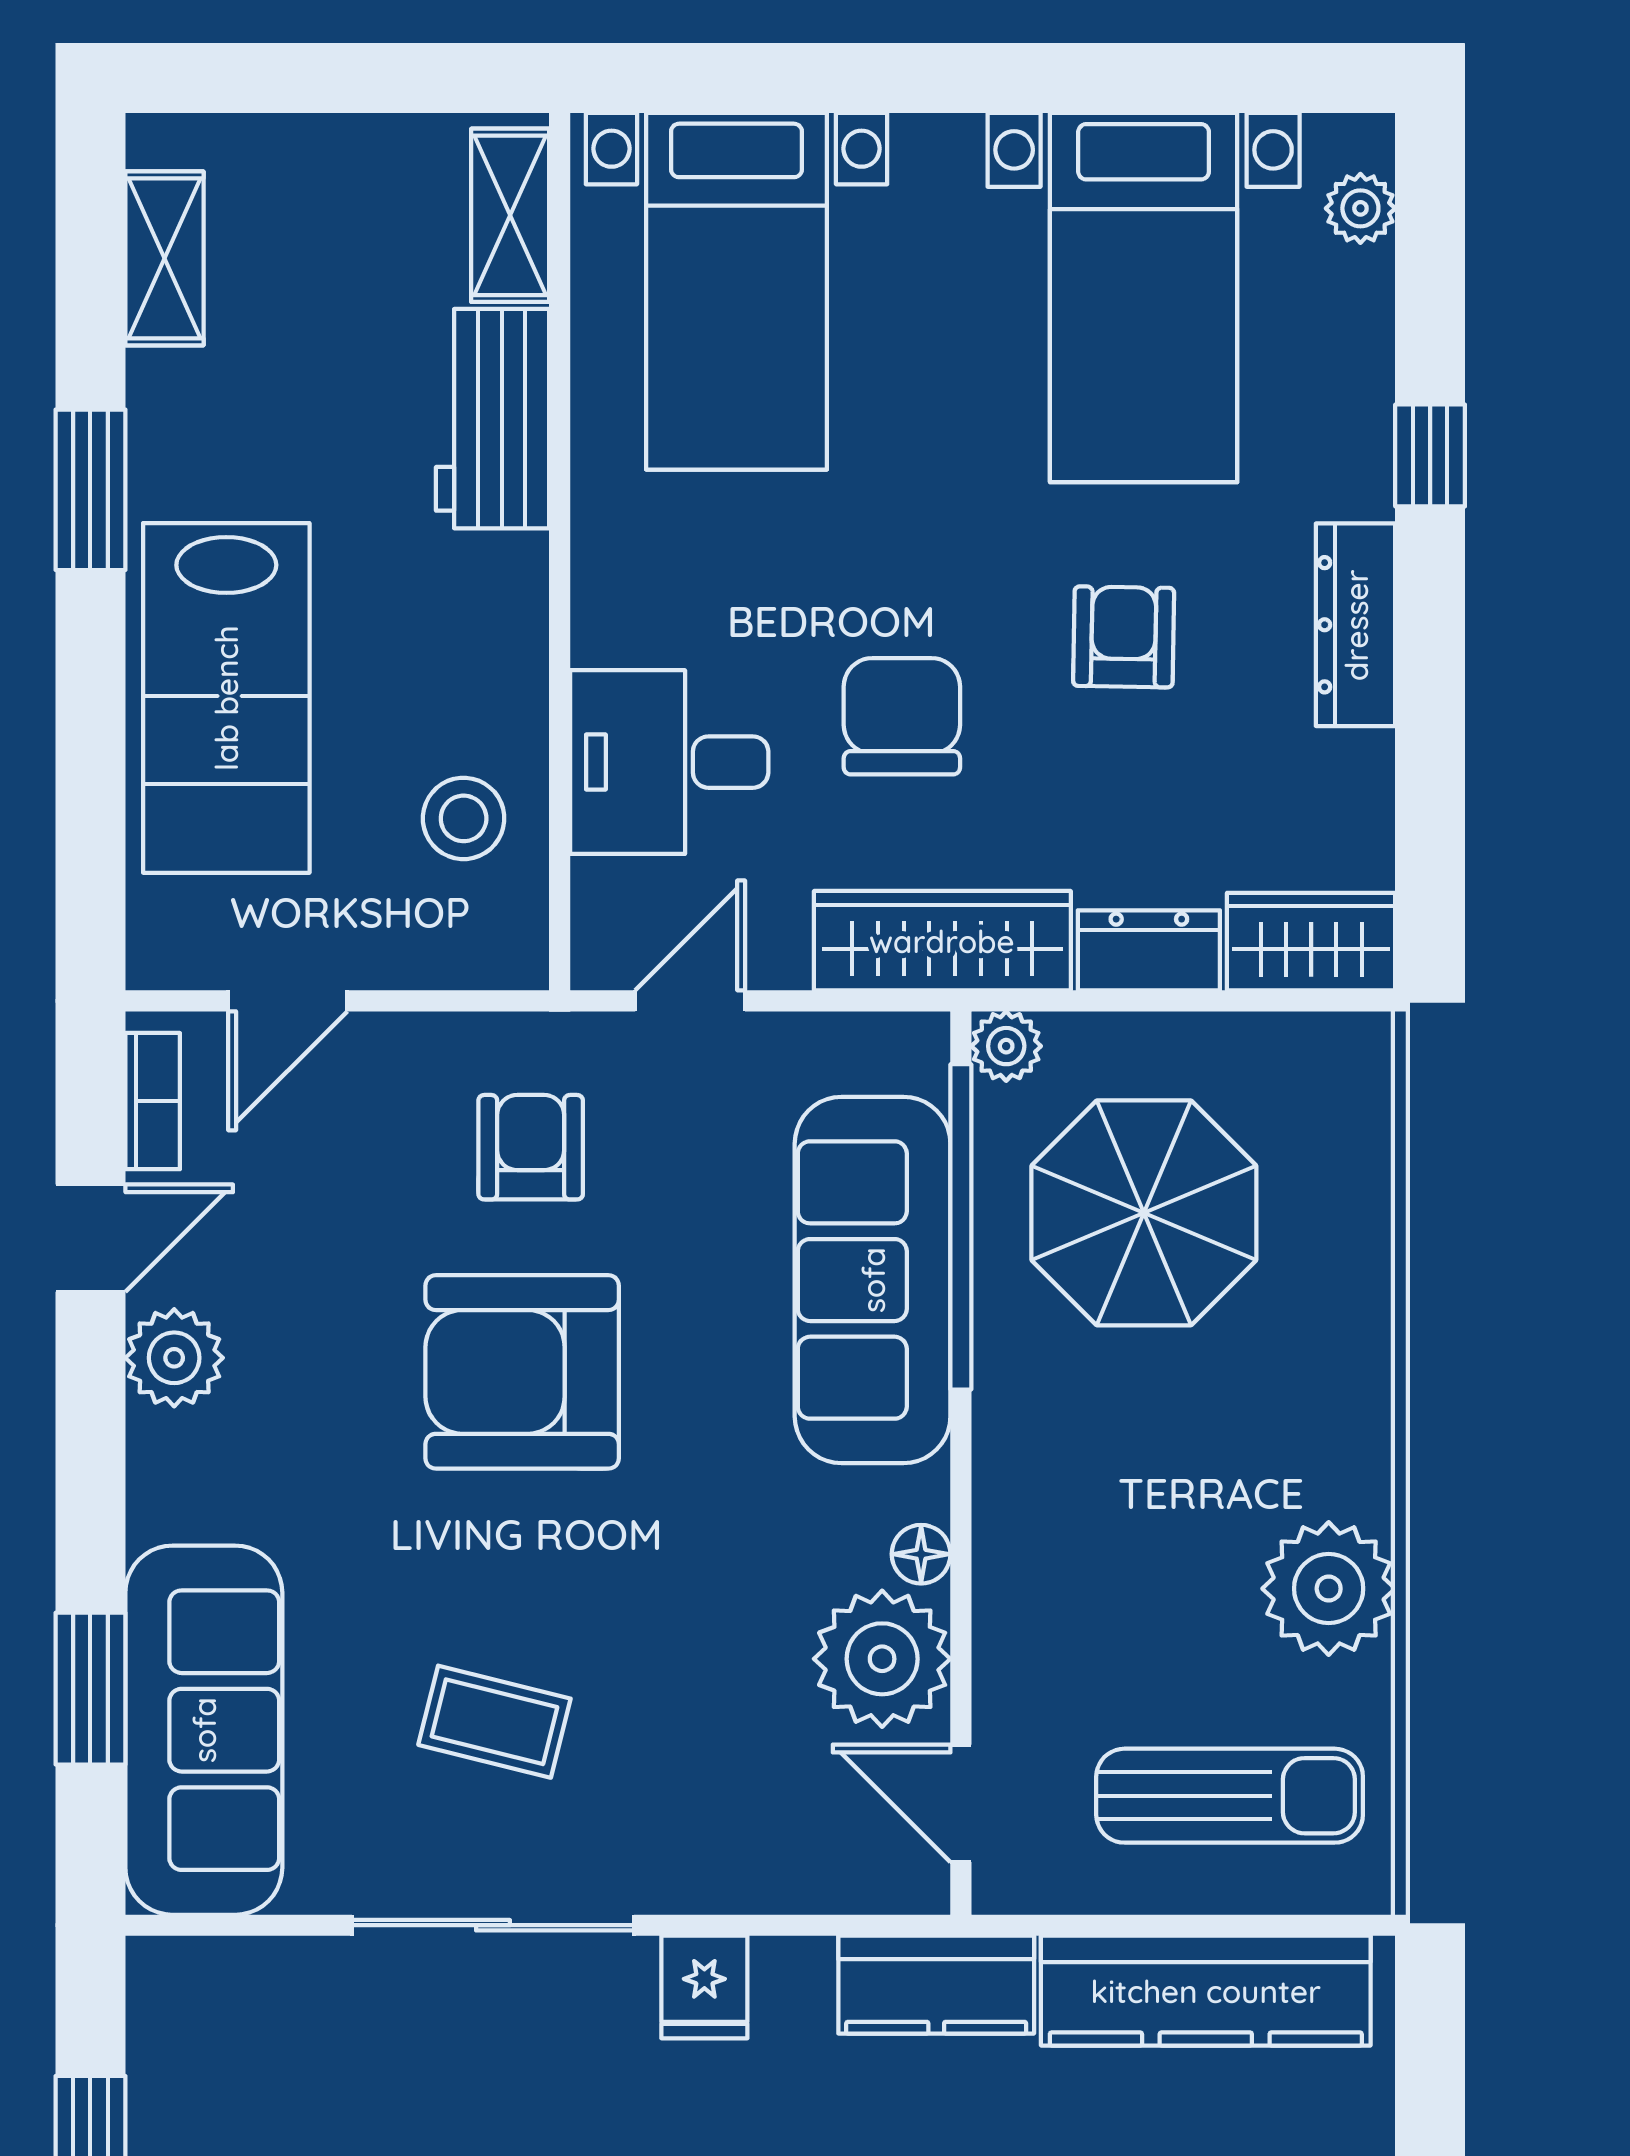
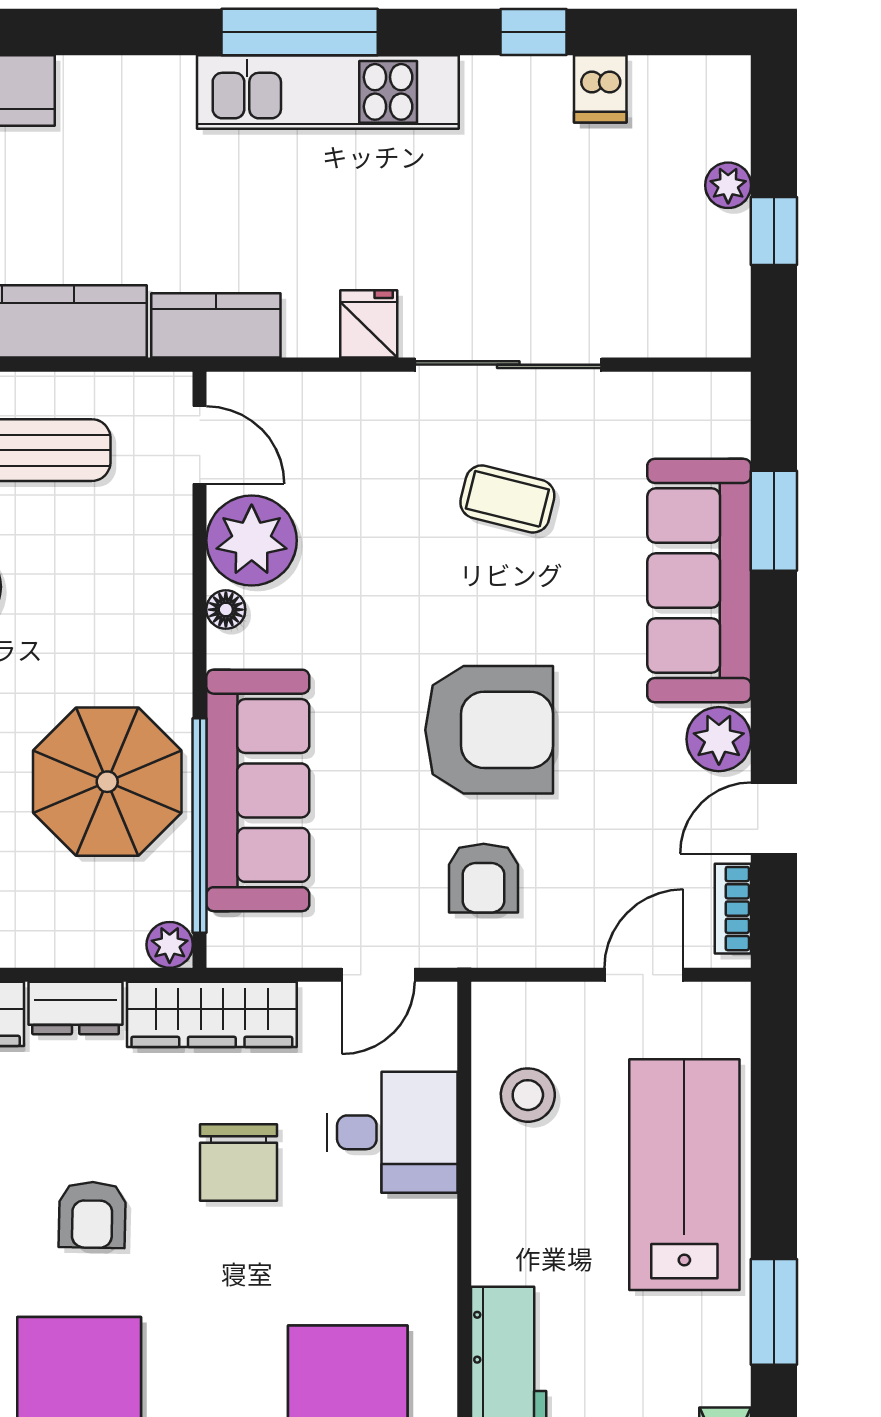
parasol: (1144, 1213) -> (107, 782), moved
sofa: (204, 1730) -> (699, 580), moved

